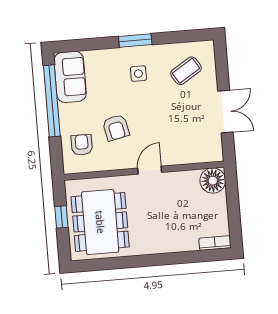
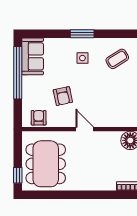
armchair: (82, 145) -> (39, 118), moved
door: (150, 170) -> (85, 129), hinge flipped
window: (61, 217) -> (18, 175), moved

